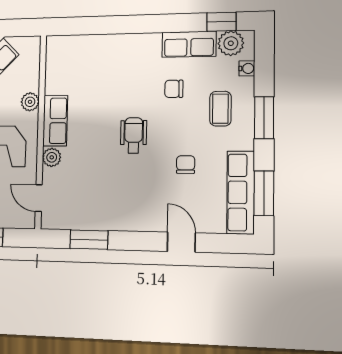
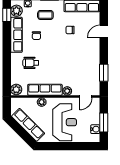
row of seats: (189, 44) -> (16, 35), width x1.48
plant: (58, 47) -> (16, 90), added
row of seats: (55, 121) -> (45, 90), width x1.48
wheelchair: (134, 135) -> (31, 63), moved

